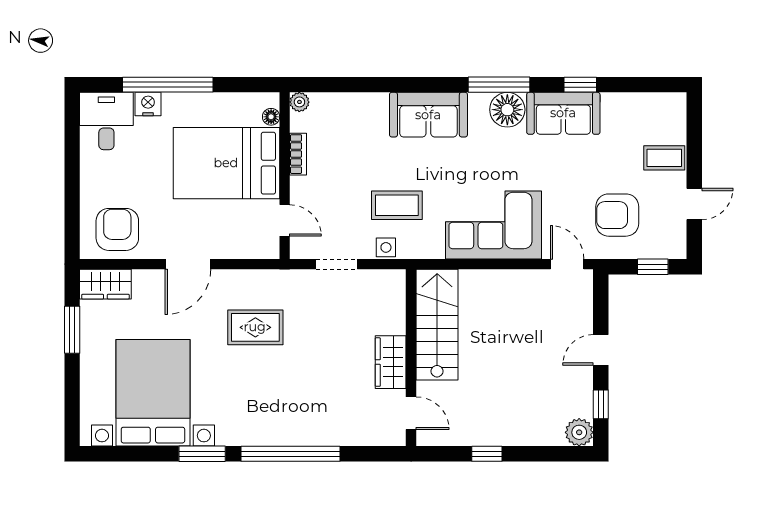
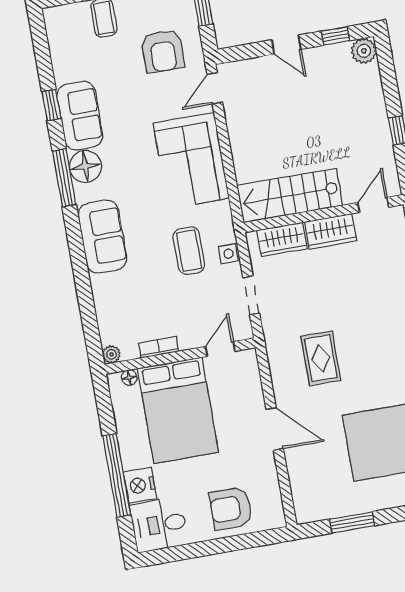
nightstand: (148, 104) -> (140, 485), width x1.36, depth x1.33
armchair: (117, 229) -> (231, 508), moved
wardrobe: (105, 284) -> (282, 239), moved, turned 90

